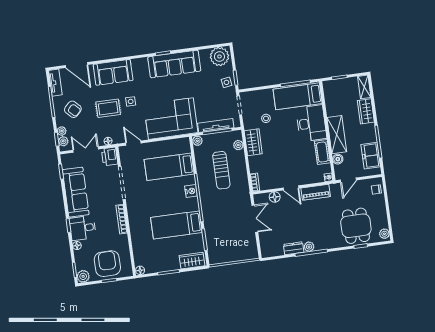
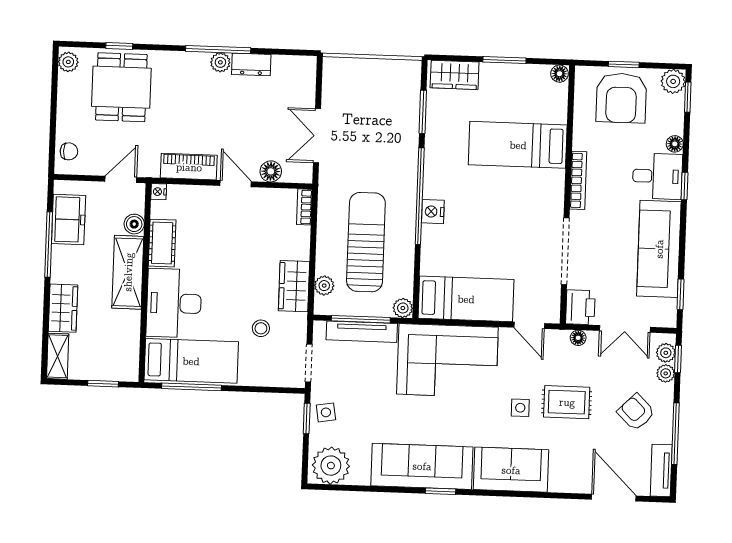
sofa: (113, 72) -> (511, 470), moved
bed: (169, 167) -> (466, 299), moved
sun lounger: (221, 170) -> (366, 242), width x1.36, depth x1.34
bed: (176, 225) -> (518, 145), moved, turned 180

